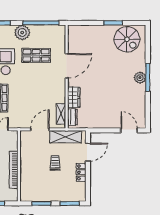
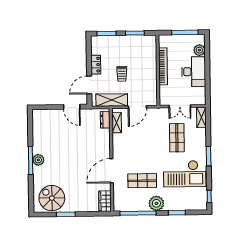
wardrobe: (74, 97) -> (105, 201), moved
door: (129, 130) -> (72, 107), moved

